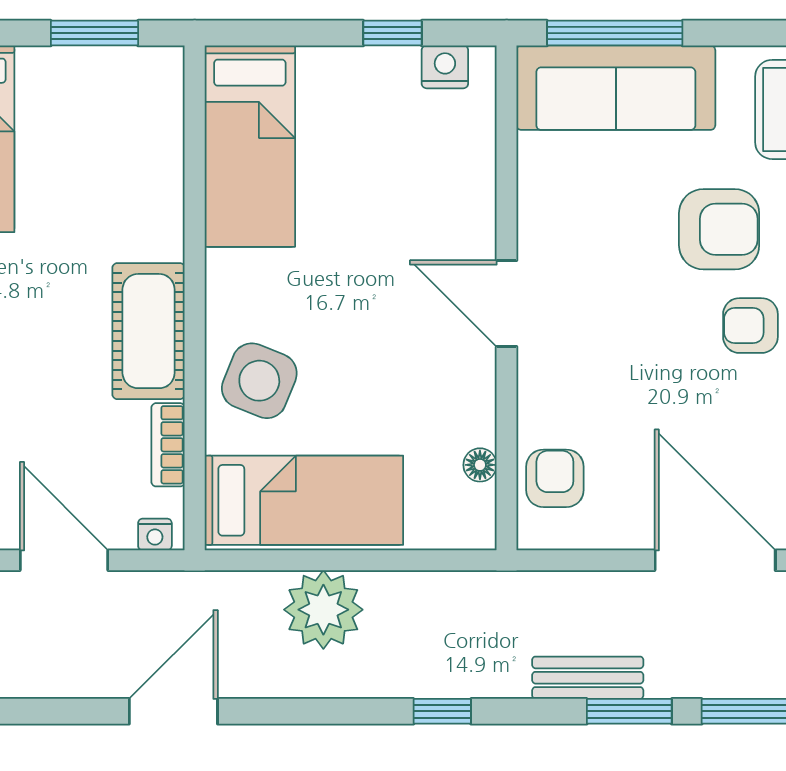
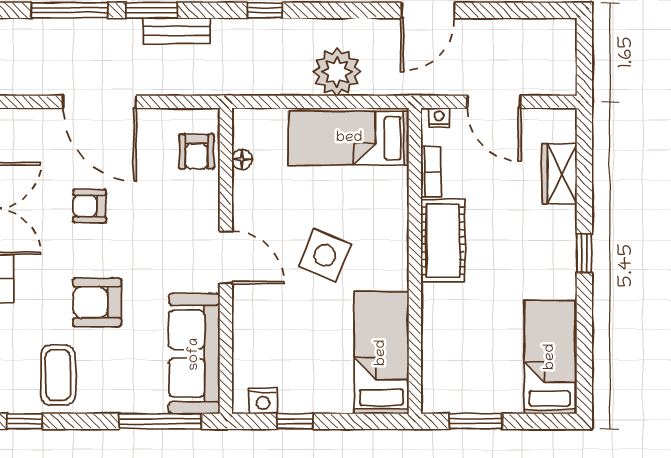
sofa: (616, 88) -> (194, 354), moved, turned -90
armchair: (750, 326) -> (90, 206), moved, turned 180
side table: (259, 381) -> (325, 255), moved

